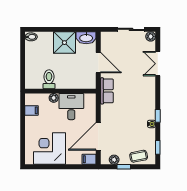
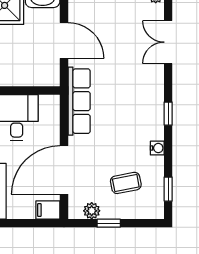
row of seats: (107, 91) -> (79, 101), width x1.48
window: (158, 116) -> (168, 114), moved
coffee table: (139, 156) -> (126, 183), moved

